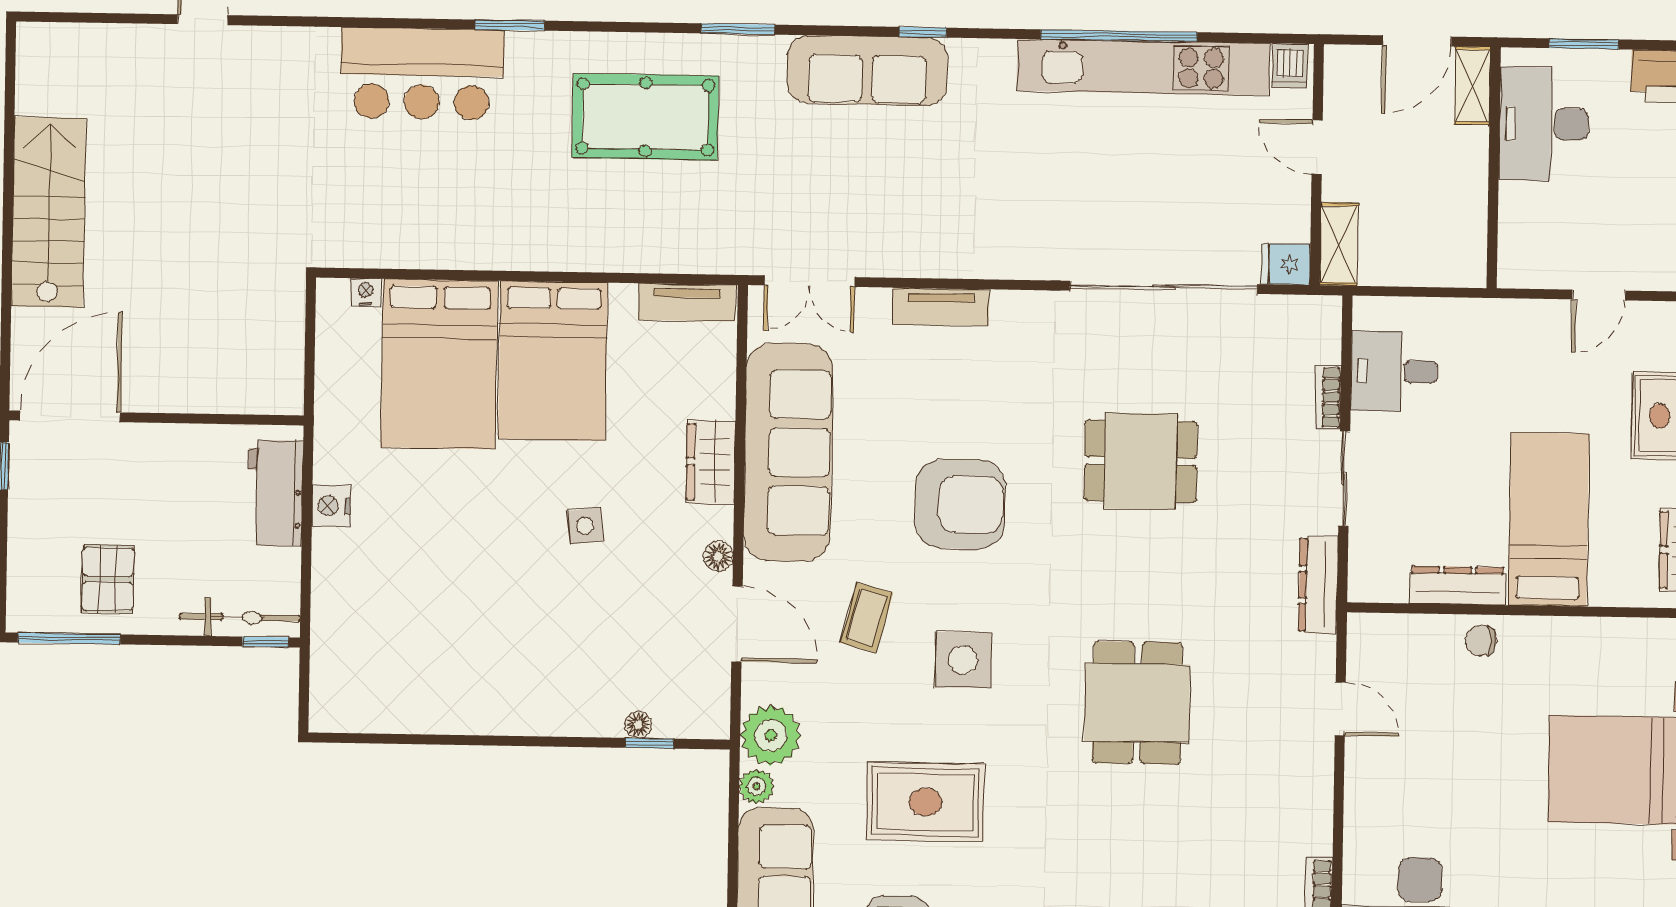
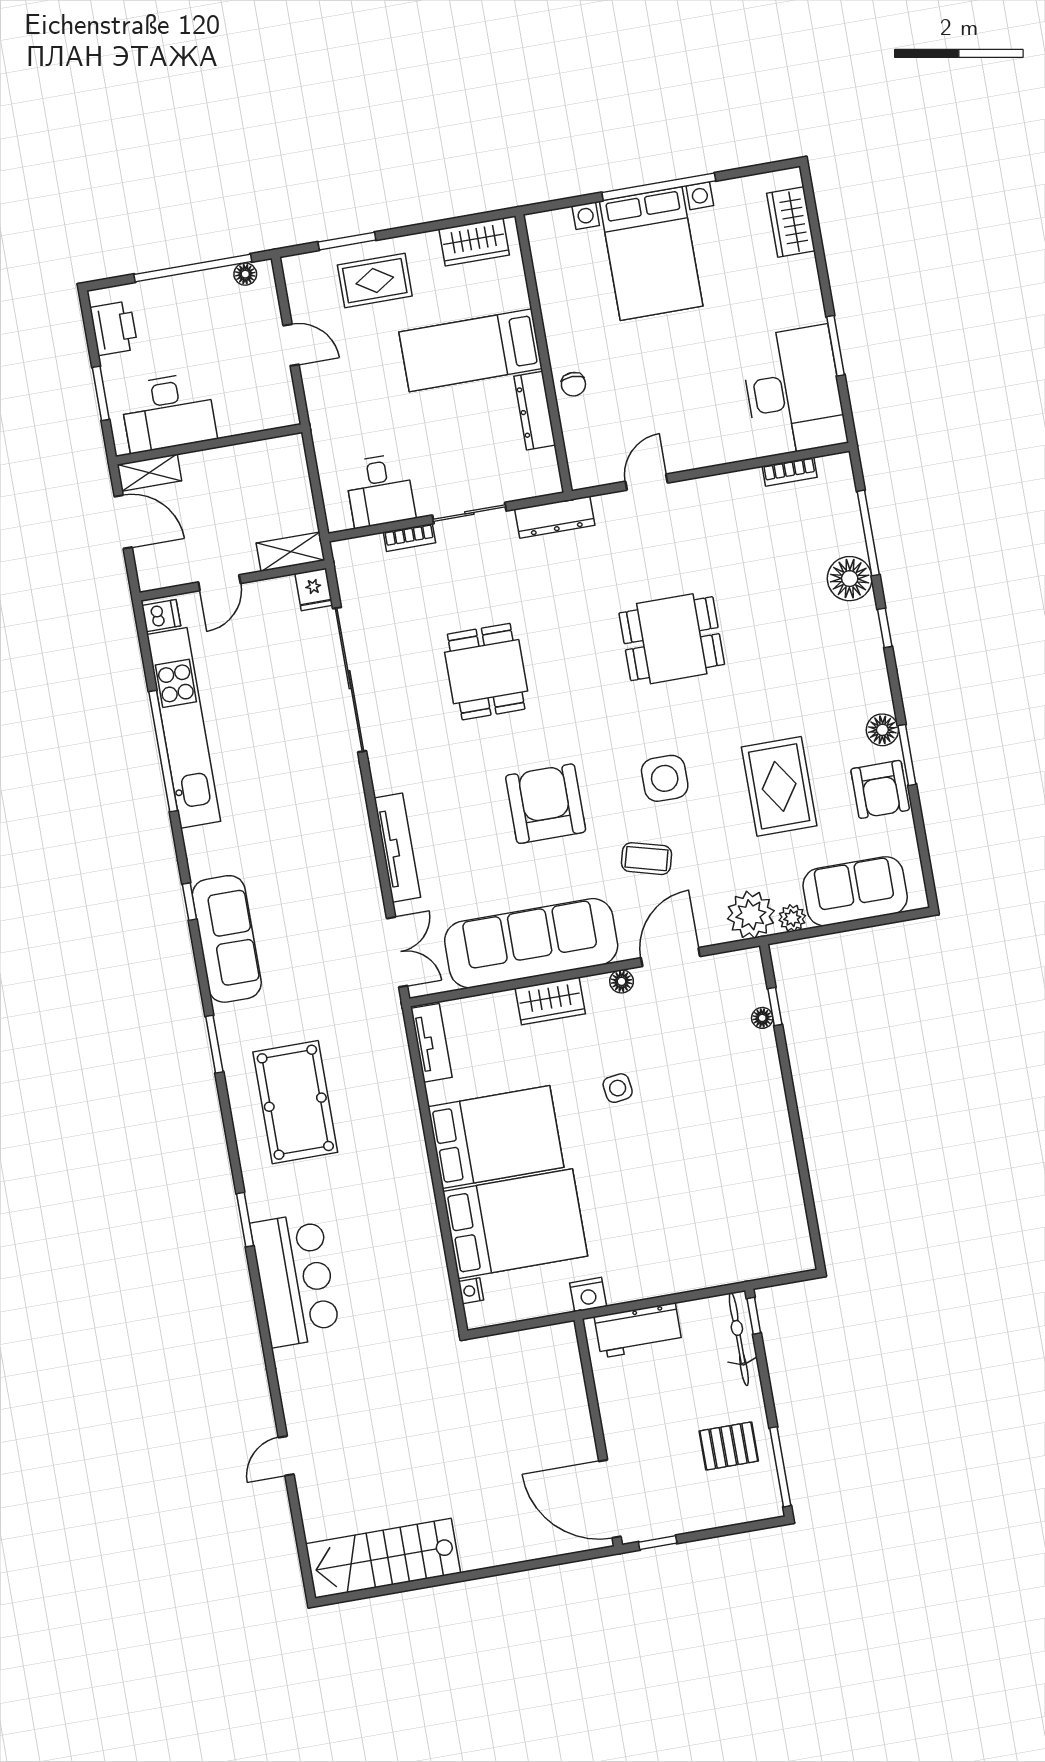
stairs: (49, 212) -> (383, 1558), moved
tv unit: (941, 307) -> (397, 848), width x1.41
nightstand: (331, 506) -> (588, 1295), moved

